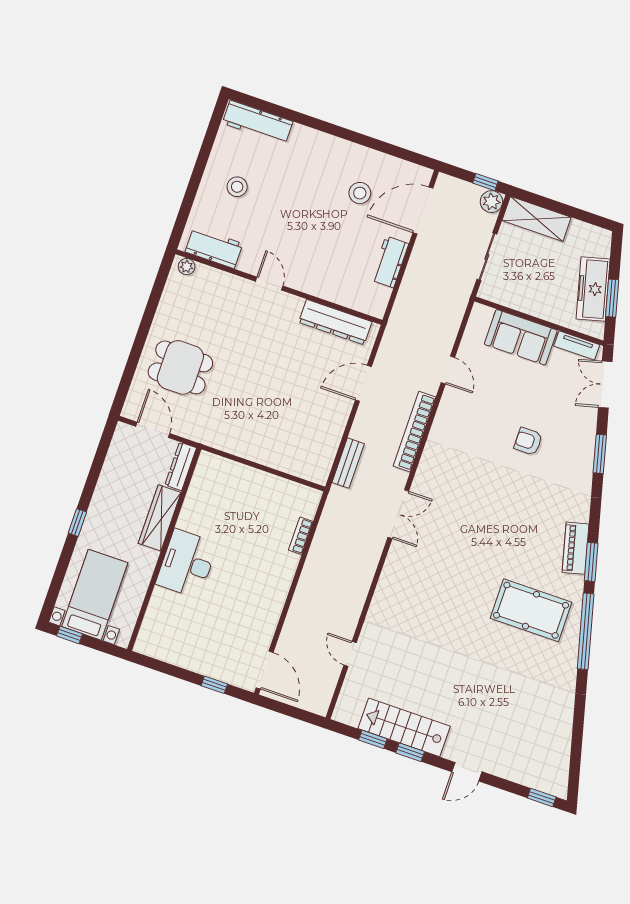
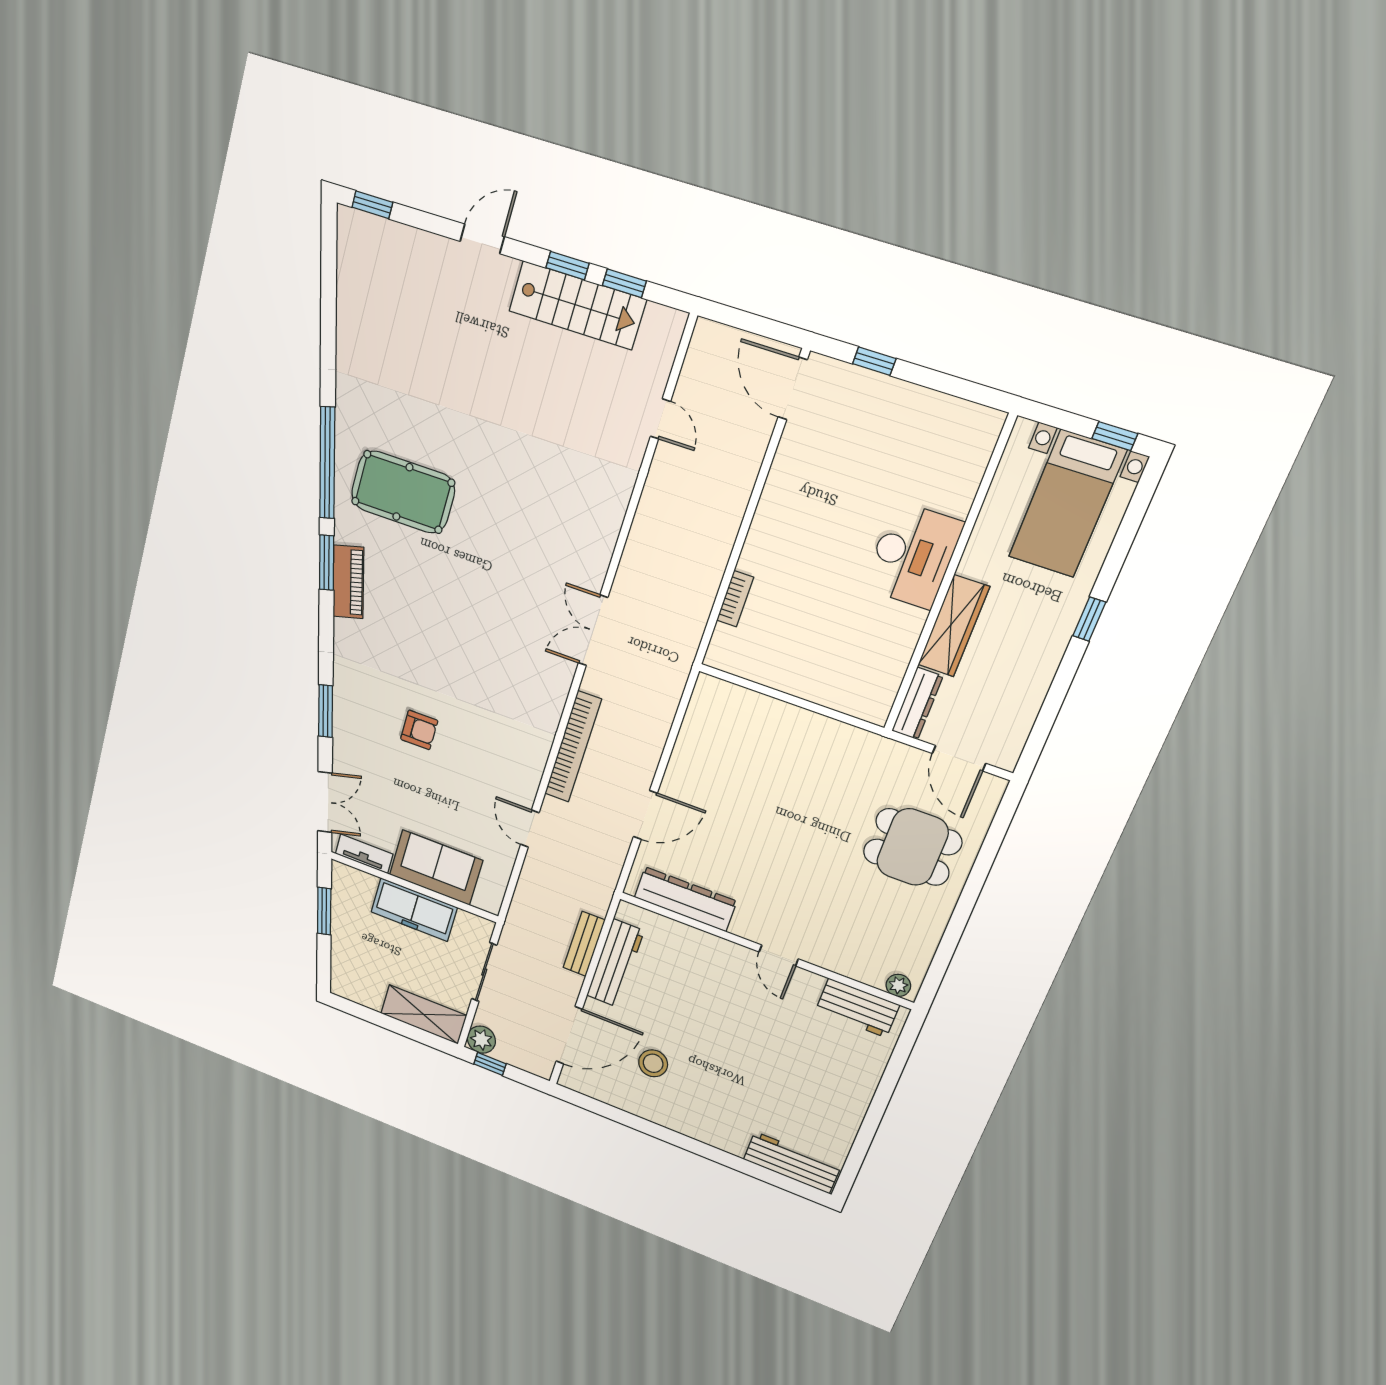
stool: (237, 187) -> (822, 1084), removed
workbench: (390, 262) -> (615, 963), width x1.38
freezer: (593, 289) -> (414, 910), moved, turned 104
bench: (348, 463) -> (584, 944), moved

